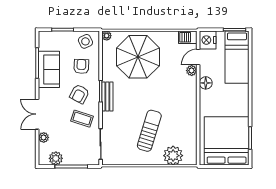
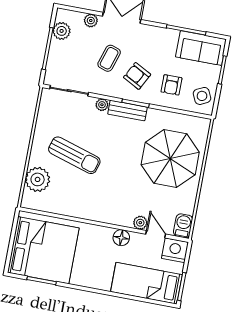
plant: (107, 36) -> (102, 105), moved
armchair: (81, 66) -> (171, 85), turned 88
sofa: (49, 69) -> (201, 48), moved
coffee table: (82, 119) -> (109, 58), moved

